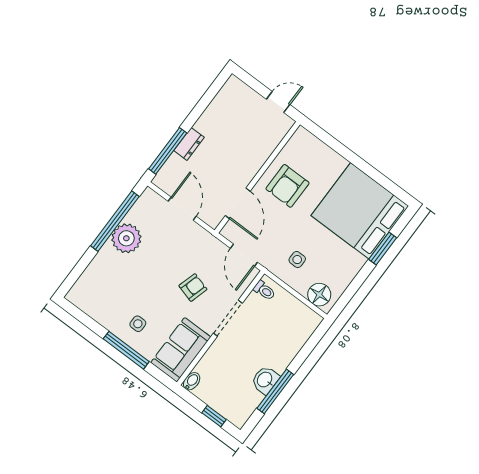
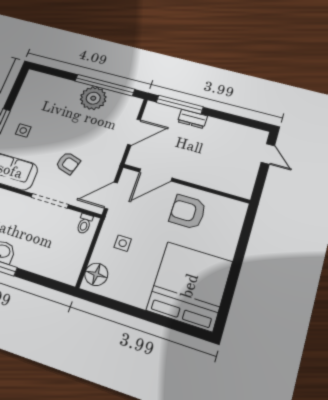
door: (278, 102) -> (268, 154), moved
window: (383, 248) -> (161, 320), removed

